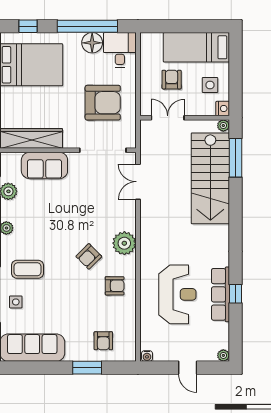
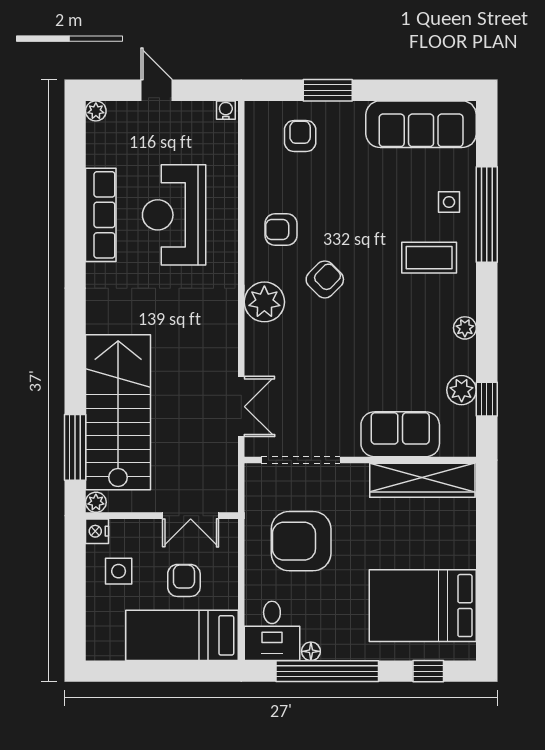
floor lamp: (92, 43) -> (311, 651), width x0.53, depth x0.53
bed: (196, 47) -> (182, 635), moved, turned 180
armchair: (172, 80) -> (184, 580), turned 180
window: (236, 294) -> (75, 216), removed

